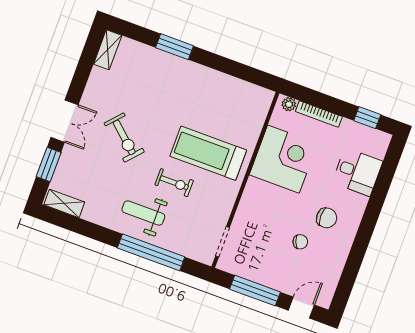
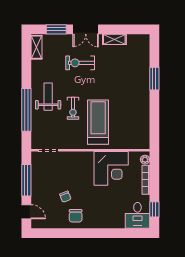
shelving: (108, 50) -> (114, 39), moved
exercise bike: (124, 137) -> (80, 63), moved, turned 48
desk: (357, 172) -> (137, 215), moved
chair: (327, 218) -> (76, 216), moved

